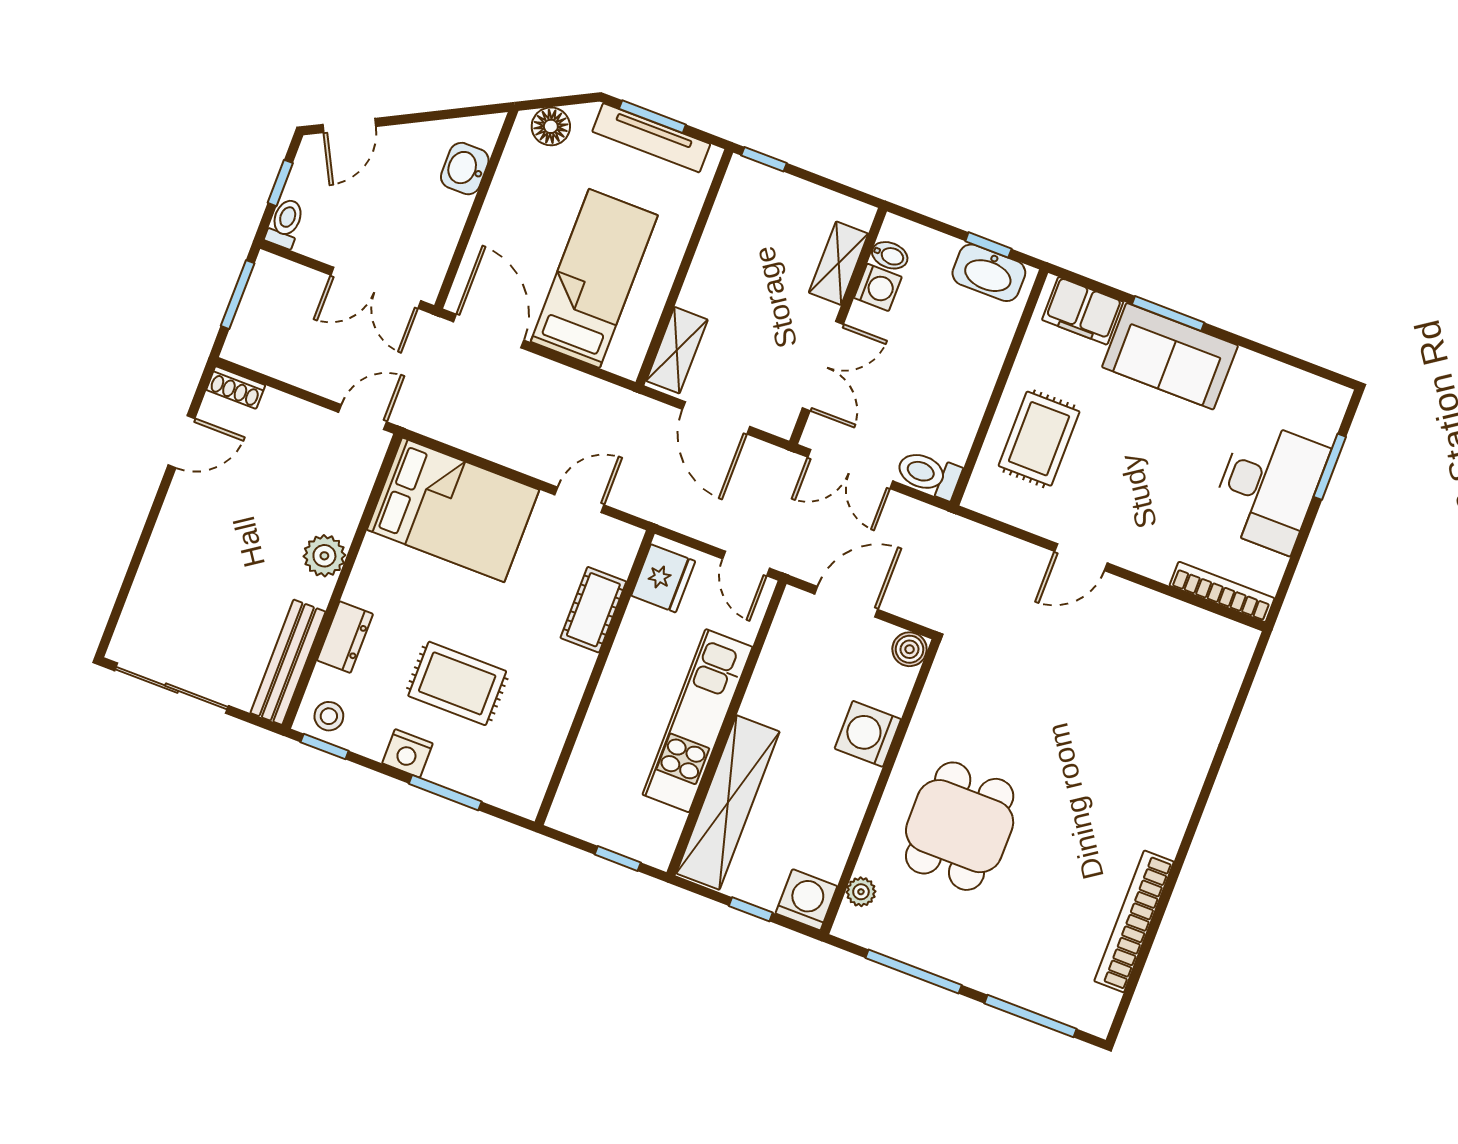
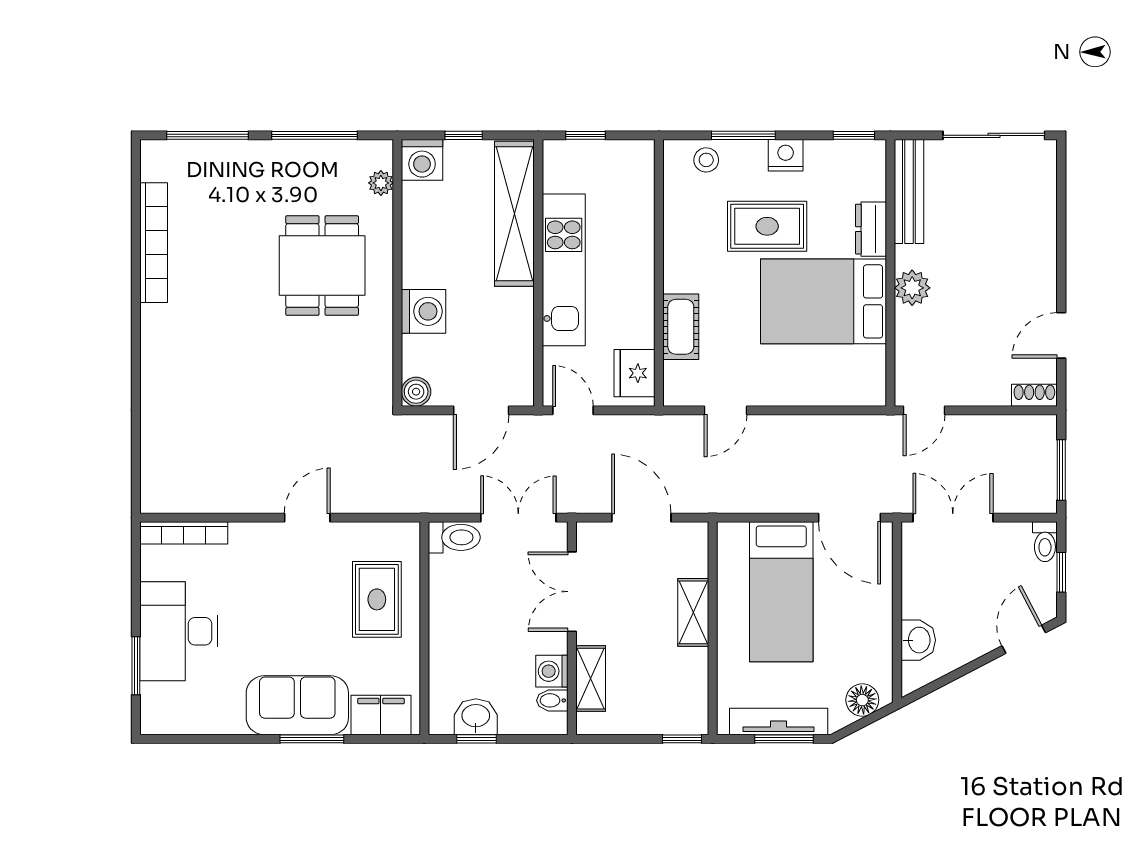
washbasin: (989, 273) -> (476, 717), width x0.72
shelving: (677, 350) -> (693, 612), moved
bed: (453, 510) -> (823, 301), moved
stool: (329, 716) -> (706, 160), moved

